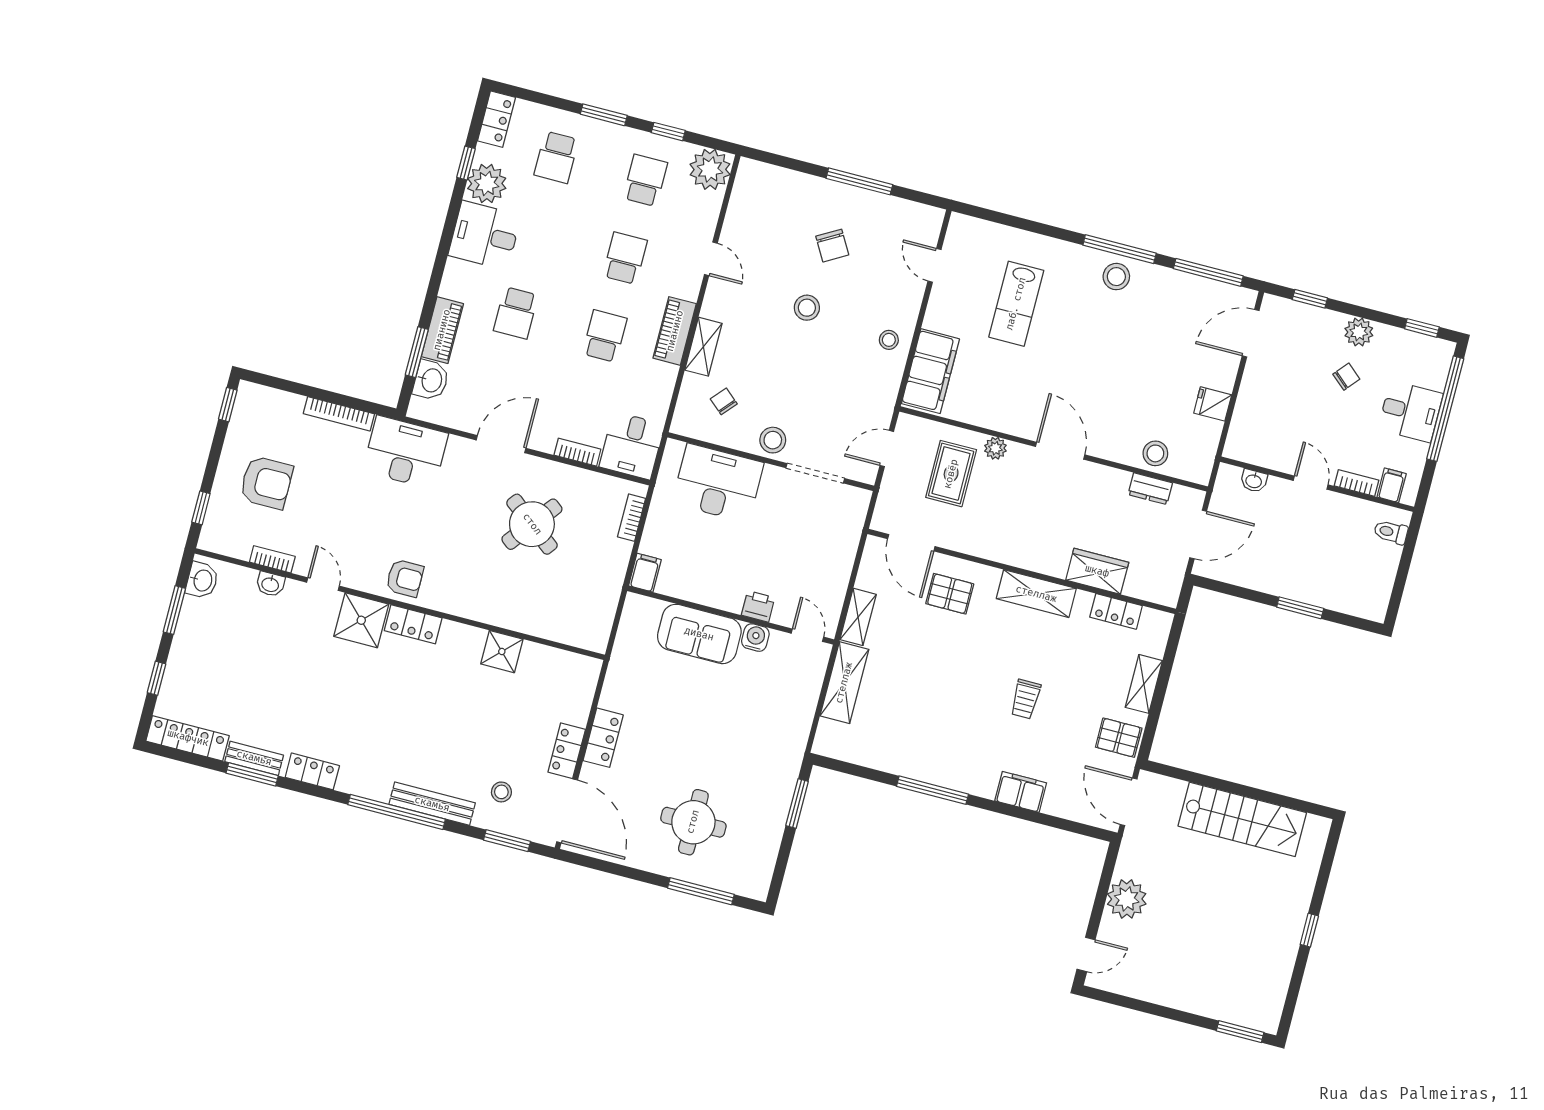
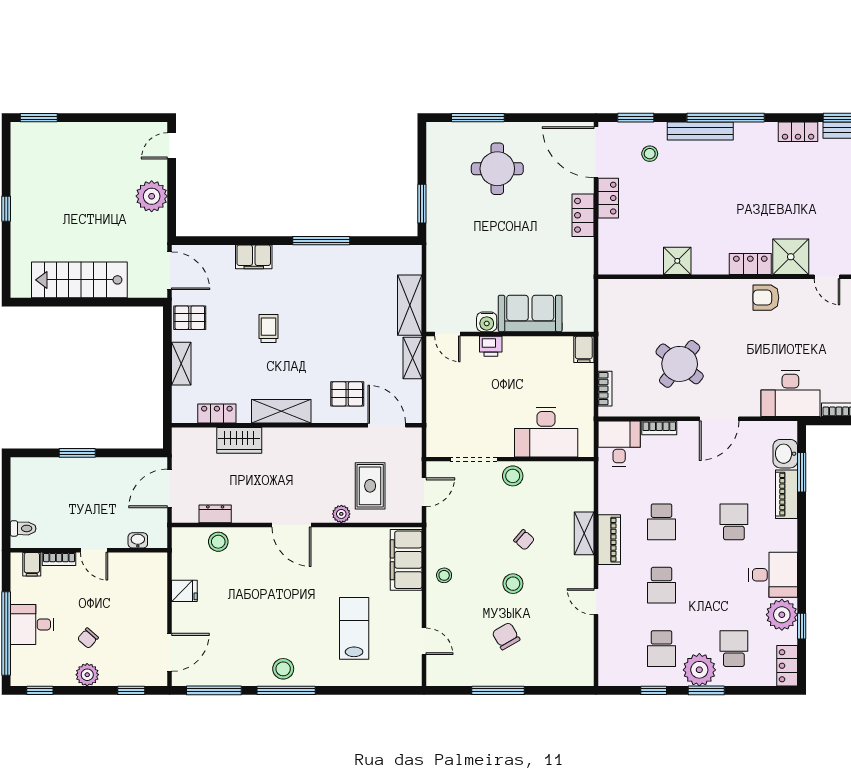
plant: (710, 169) -> (699, 670), moved
chair: (724, 401) -> (524, 540), moved

